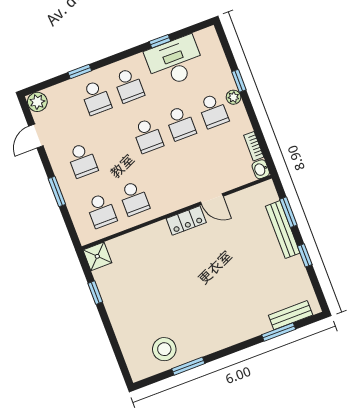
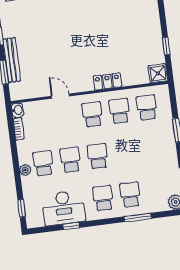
window: (80, 72) -> (138, 217), width x1.50
window: (239, 81) -> (22, 208), moved
school desk: (82, 160) -> (92, 114), moved
locker: (186, 221) -> (107, 81), moved

